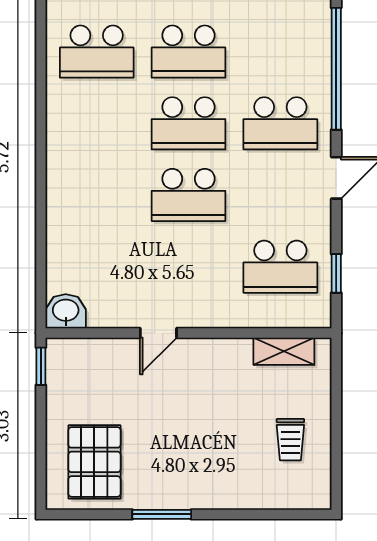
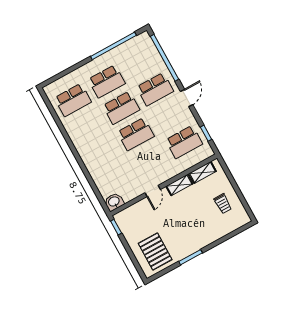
shelving: (221, 351) -> (179, 185), added

